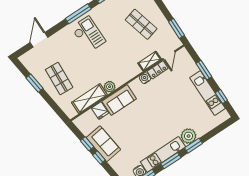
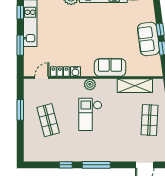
window: (176, 29) -> (20, 110), moved
checkout: (88, 34) -> (90, 114), moved
shelving: (149, 61) -> (62, 84), removed
plant: (110, 87) -> (90, 84), moved
fridge: (100, 111) -> (132, 69), removed

